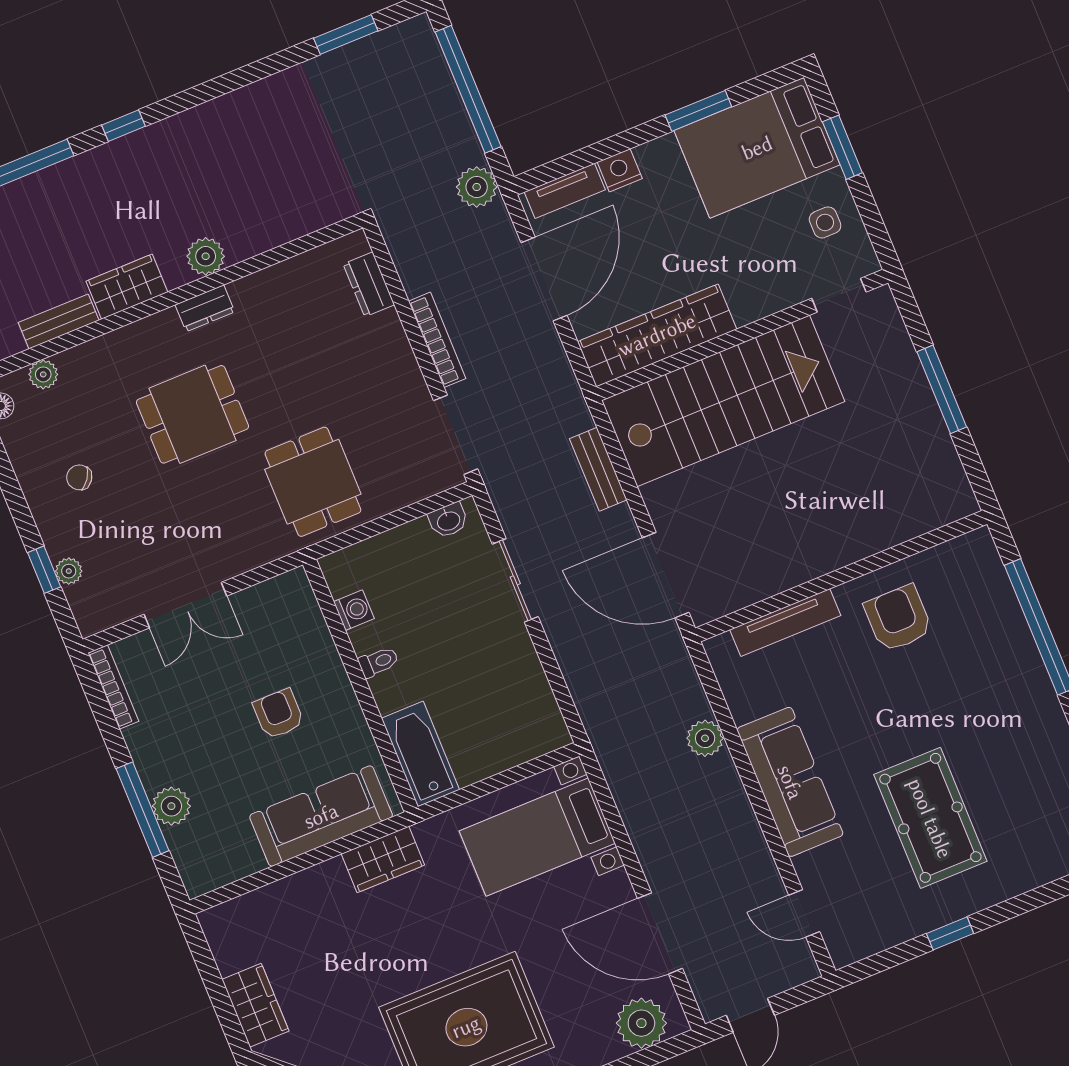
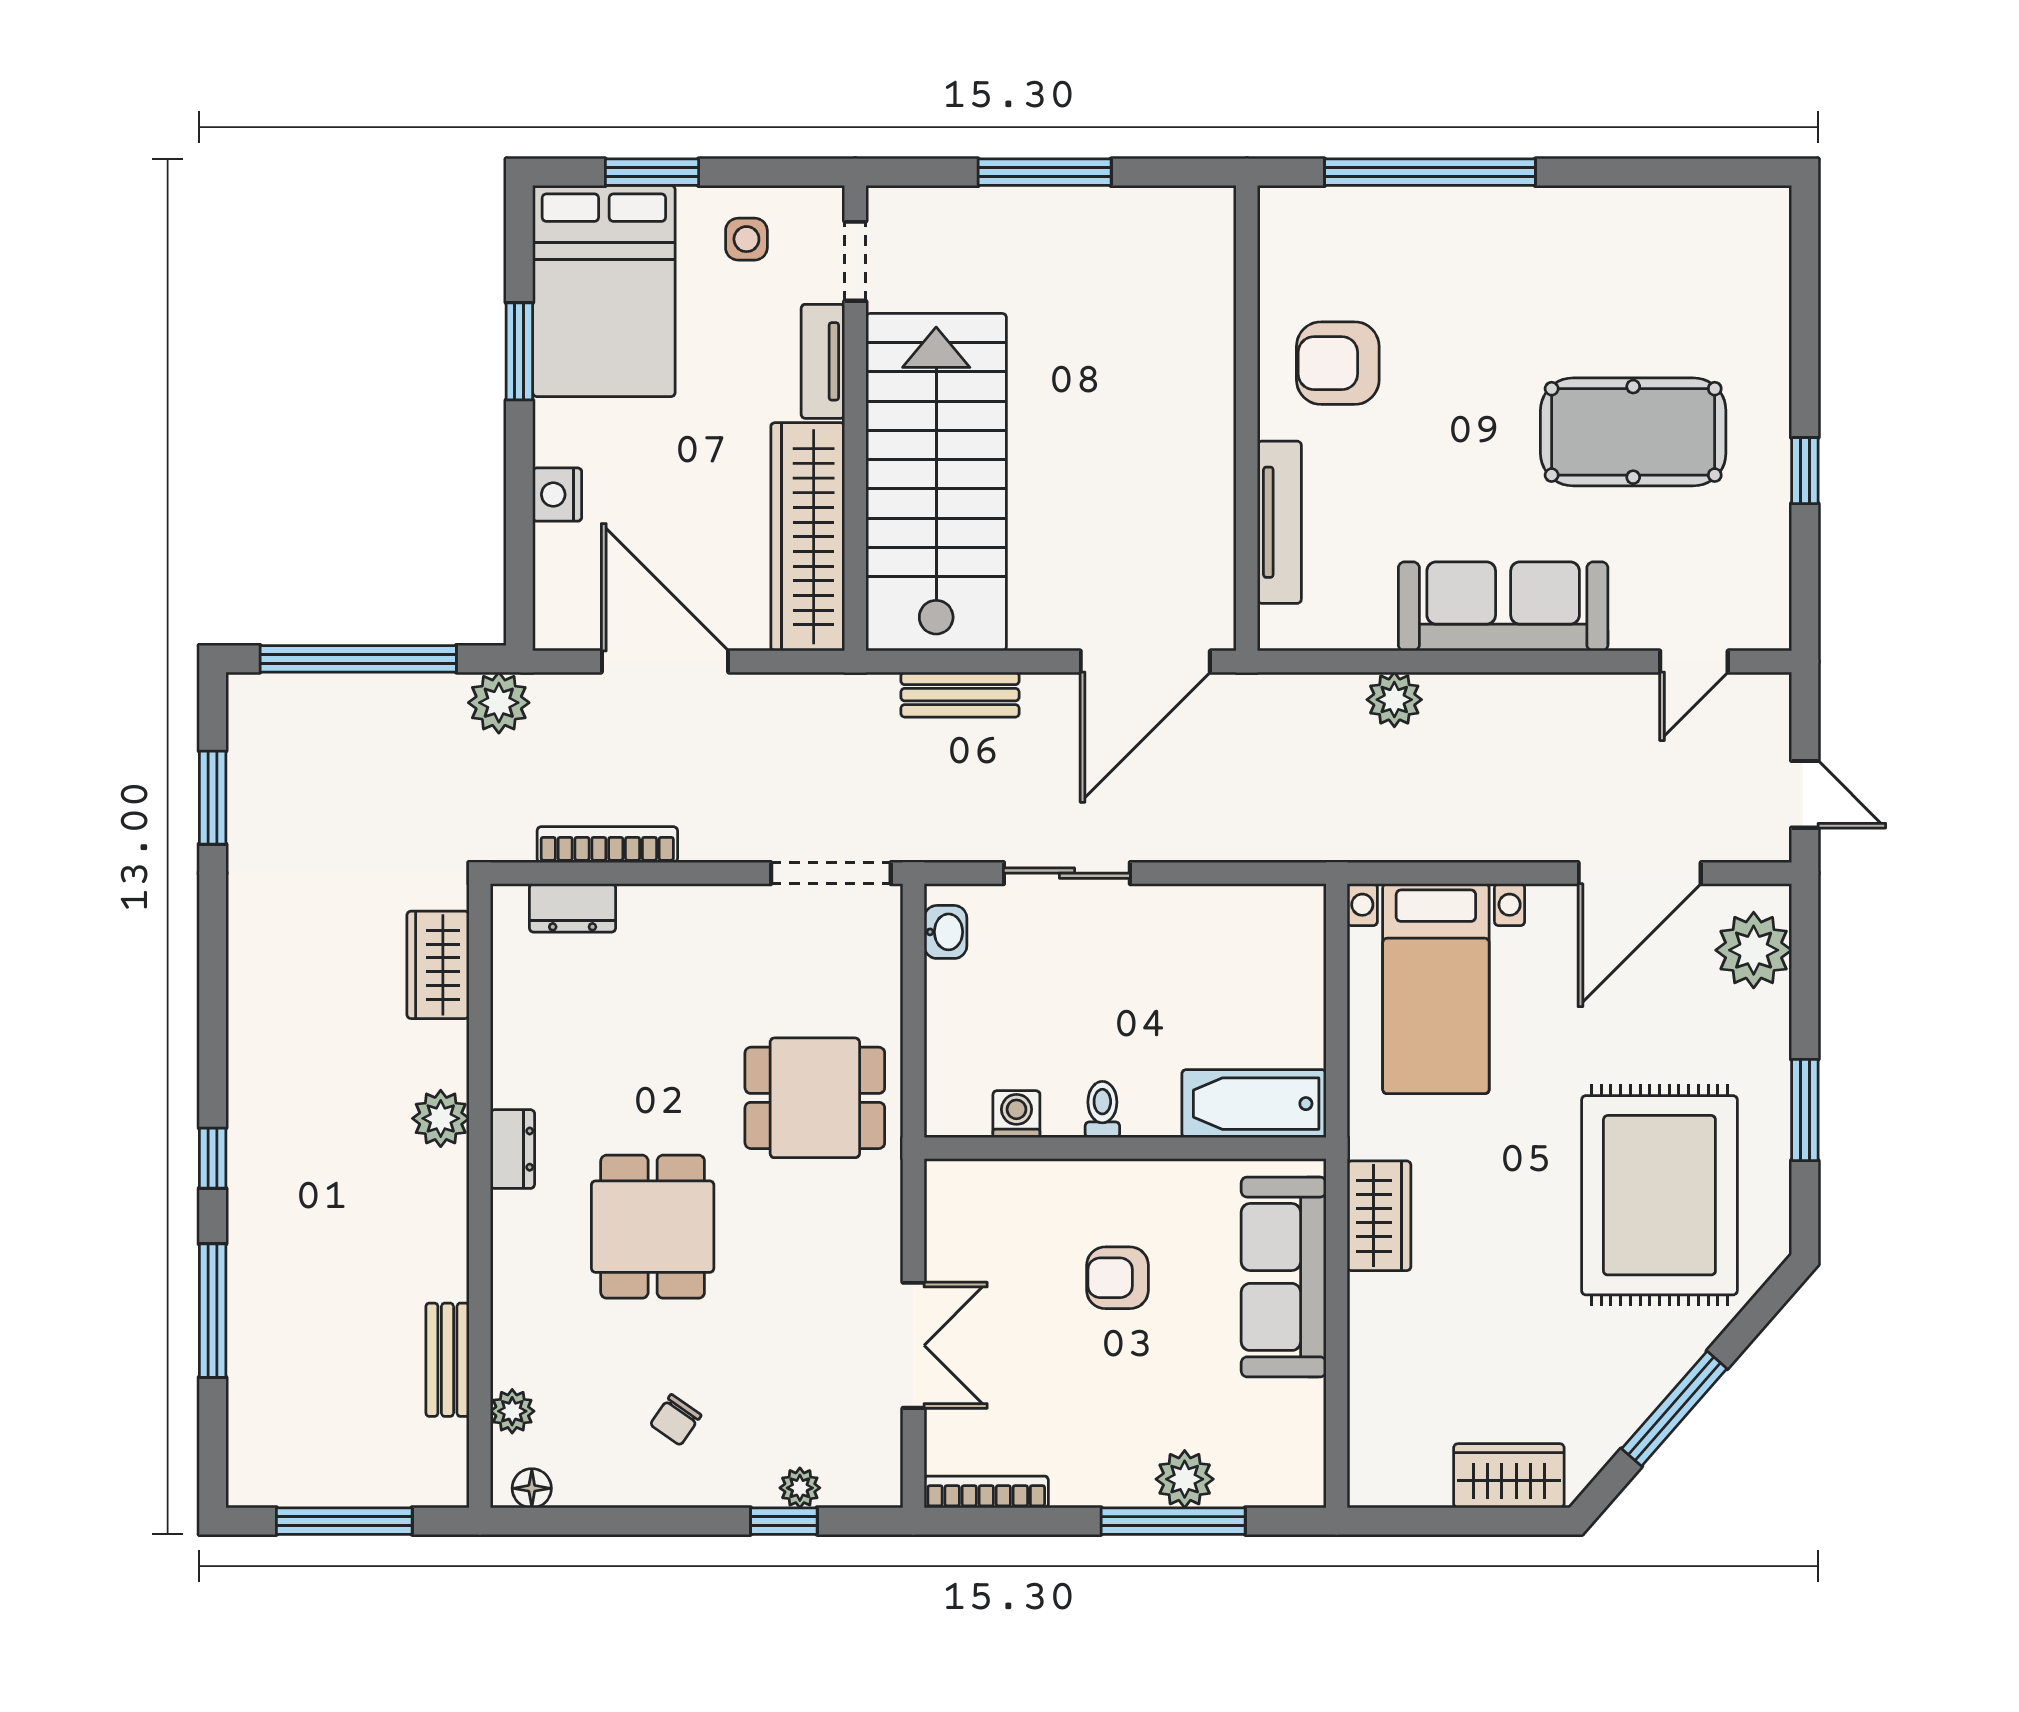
tv unit: (565, 191) -> (823, 361), moved, turned 180
wardrobe: (127, 287) -> (438, 965), moved
bookcase: (437, 340) -> (607, 845), moved

